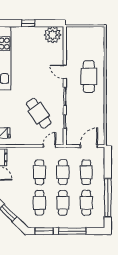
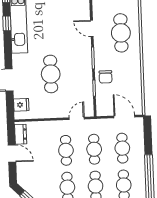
chair: (75, 112) -> (106, 77), added
cafe table: (39, 113) -> (51, 74), moved, turned 34
door: (89, 146) -> (124, 117), hinge flipped

